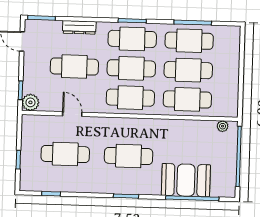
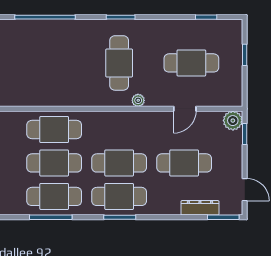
dresser: (79, 27) -> (200, 208), moved
cafe table: (130, 98) -> (119, 130), removed
door: (72, 114) -> (185, 109), hinge flipped
plant: (223, 126) -> (138, 100), moved
cafe table: (129, 156) -> (119, 63), turned 90
booth: (186, 180) -> (53, 38), removed

